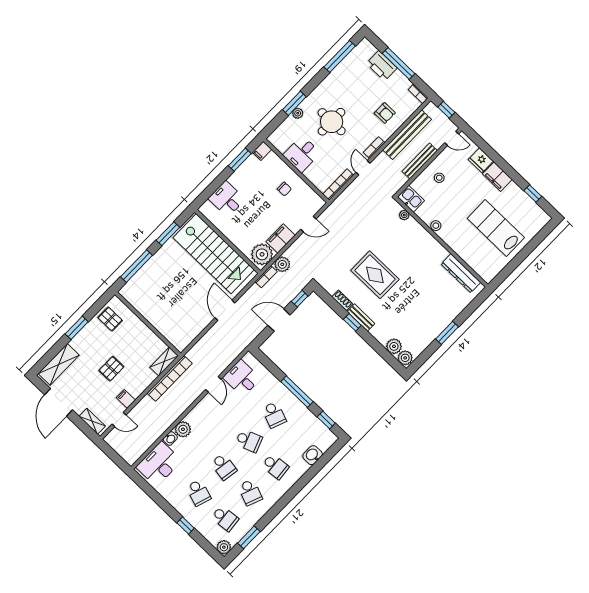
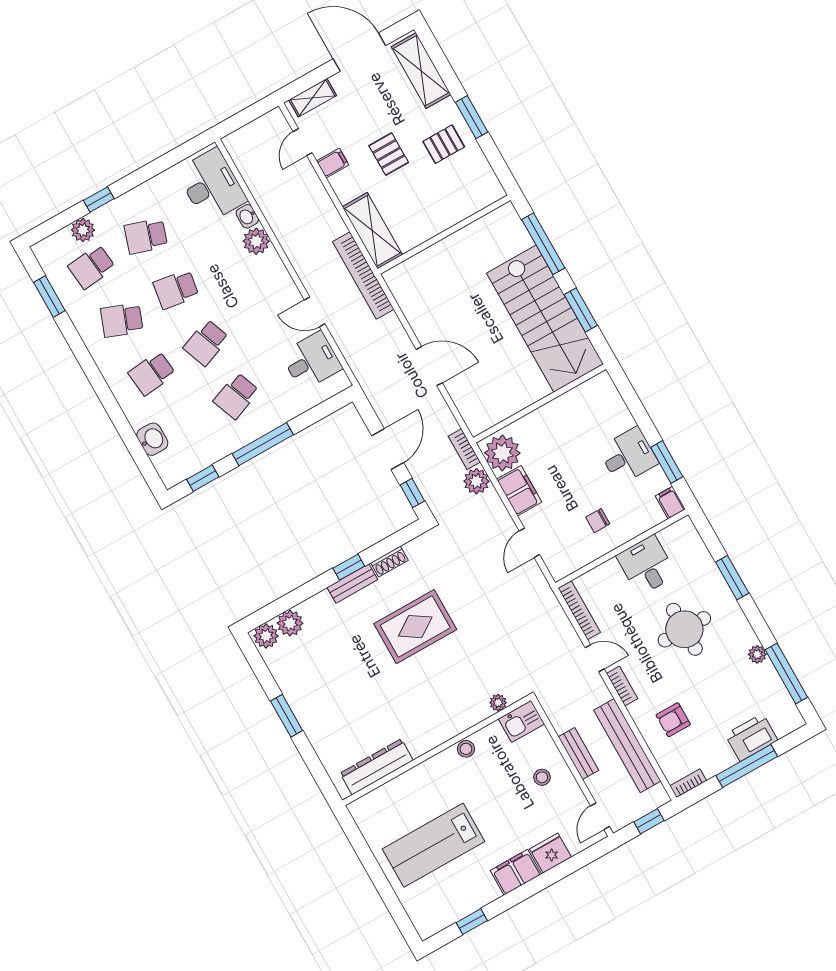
plant: (298, 113) -> (757, 654), moved
bench: (420, 161) -> (579, 754), width x0.73
desk: (227, 199) -> (628, 456), moved
lab bench: (496, 228) -> (433, 845), turned 180
stairs: (214, 254) -> (545, 319), moved, turned -90
pallet: (110, 319) -> (444, 144), moved
shelving: (164, 362) -> (372, 231), width x1.50, depth x1.33
bookcase: (170, 378) -> (363, 276), moved
school desk: (274, 415) -> (236, 396), turned -42
plant: (224, 547) -> (83, 230), moved

